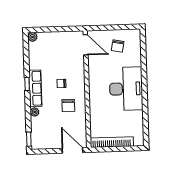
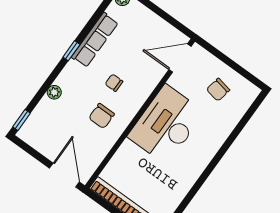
door: (86, 45) -> (180, 58), swing flipped
row of seats: (35, 88) -> (95, 40), moved
desk: (126, 89) -> (166, 124), moved, turned 180

